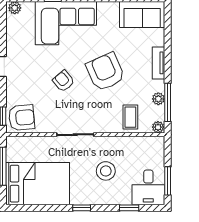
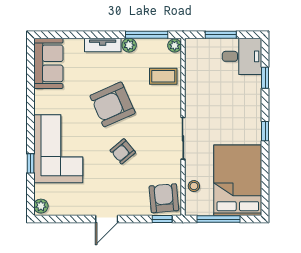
plant: (158, 99) -> (129, 45), moved
stool: (106, 171) -> (194, 186), moved, width x0.53, depth x0.53
window: (168, 181) -> (221, 35), moved

